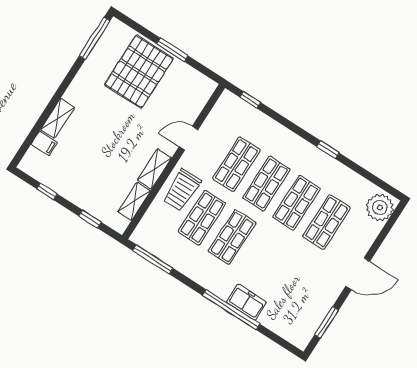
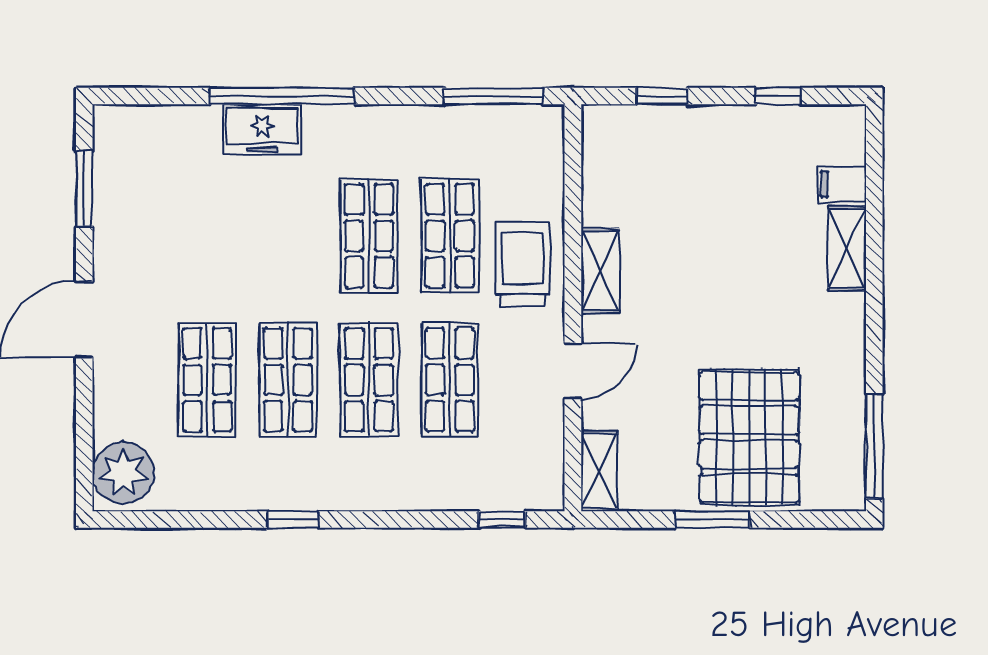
shelving: (134, 201) -> (599, 471), moved

